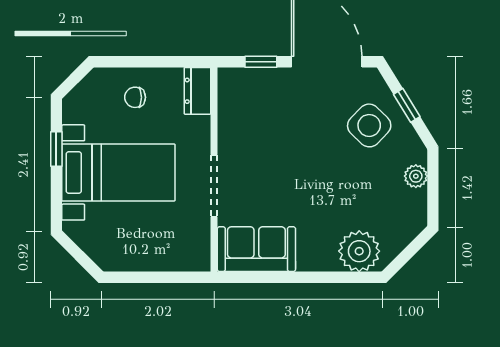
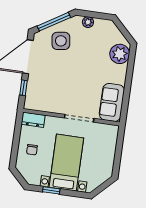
window: (407, 105) -> (54, 22), width x2.17
side table: (369, 125) -> (61, 41), turned 38

